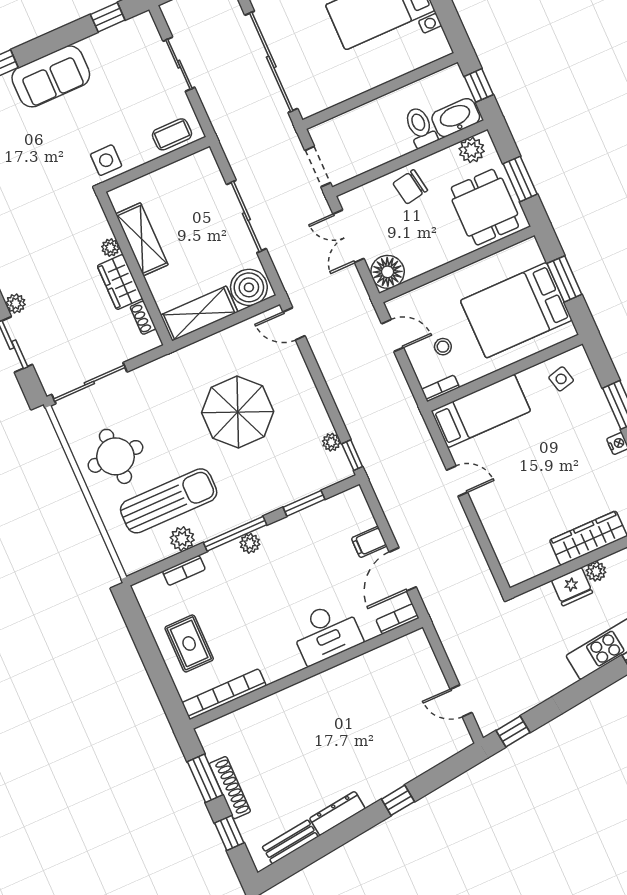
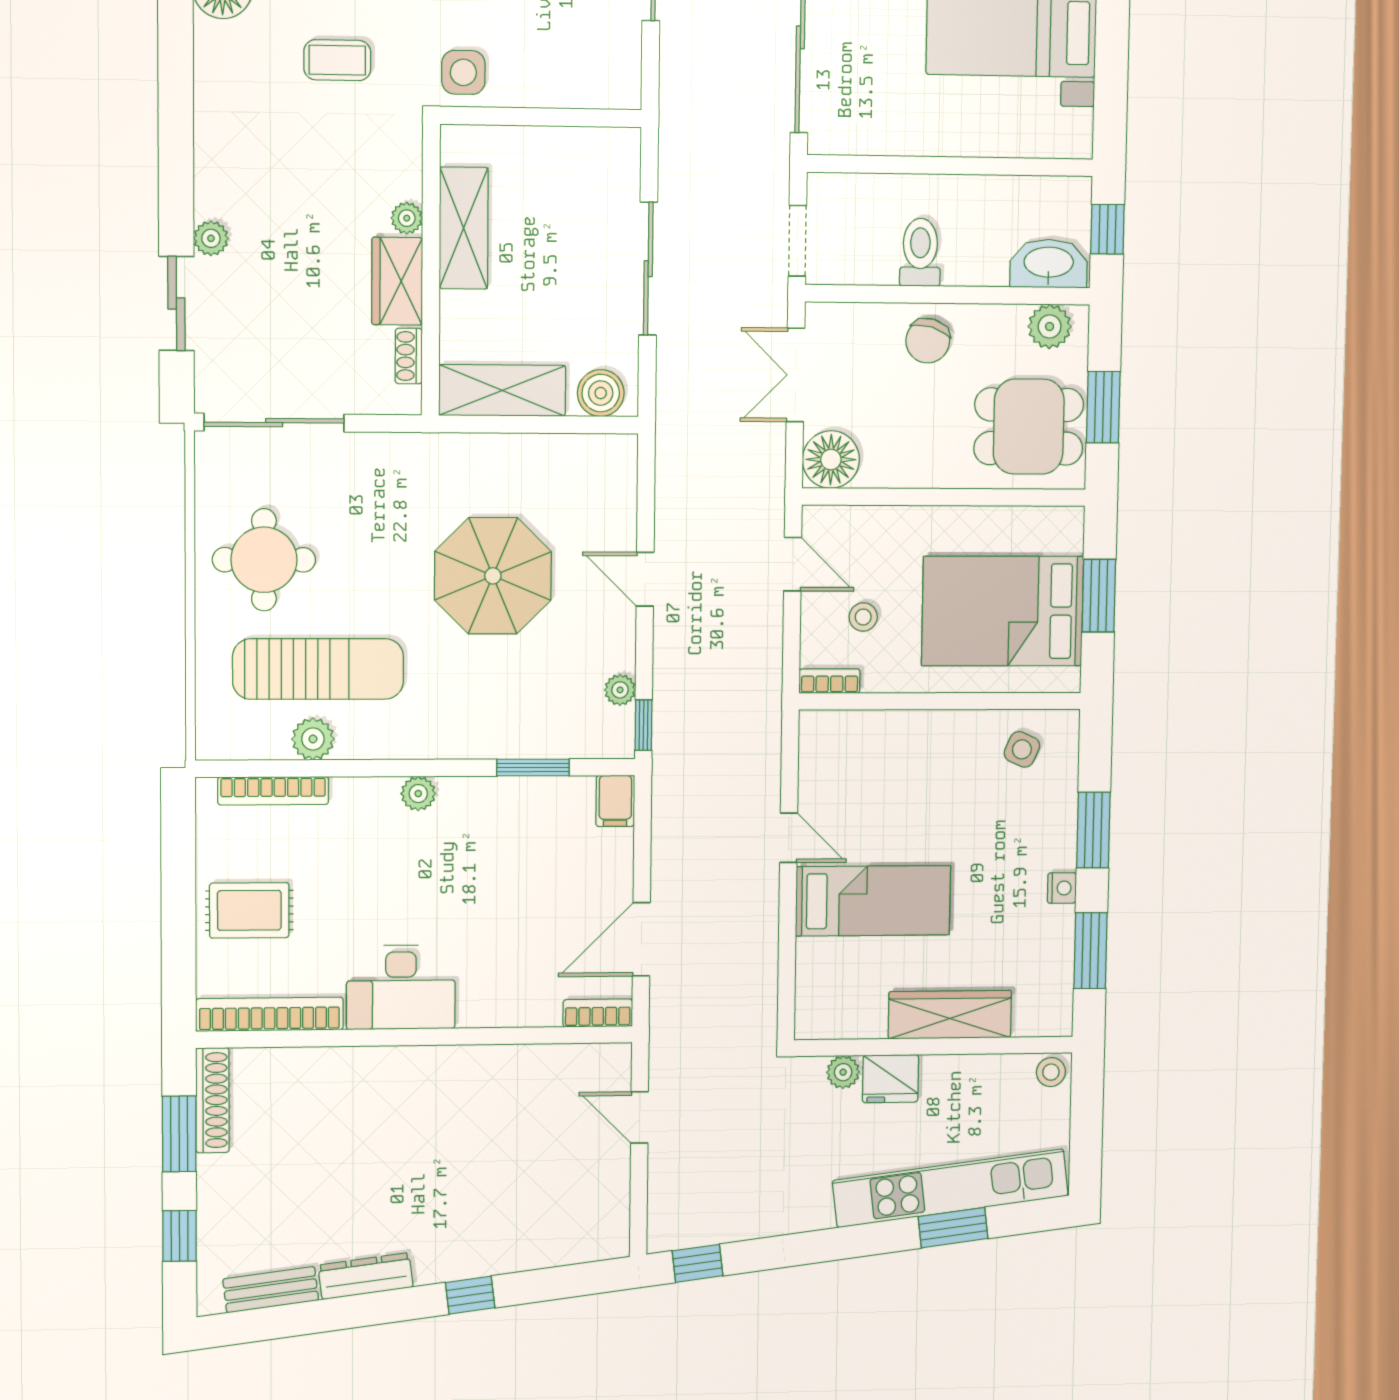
toilet: (420, 127) -> (920, 252), moved
coffee table: (172, 134) -> (337, 60), moved
chair: (410, 187) -> (928, 341), turned -64
dining table: (485, 207) -> (1029, 427), turned 90
boiler: (249, 287) -> (601, 393), width x0.73, depth x0.73
door: (294, 324) -> (645, 579), moved
side table: (561, 379) -> (1022, 749), turned 38
bed: (481, 411) -> (873, 901), moved
window: (235, 534) -> (402, 768), removed
filing cabinet: (369, 542) -> (615, 801), moved, turned -90
bookcase: (184, 570) -> (273, 791), width x1.56
plant: (596, 571) -> (843, 1072), moved
desk: (326, 633) -> (401, 987), moved
rug: (189, 643) -> (249, 910), turned 90
door: (461, 701) -> (639, 1117), moved
shoe rack: (230, 788) -> (212, 1100), moved

